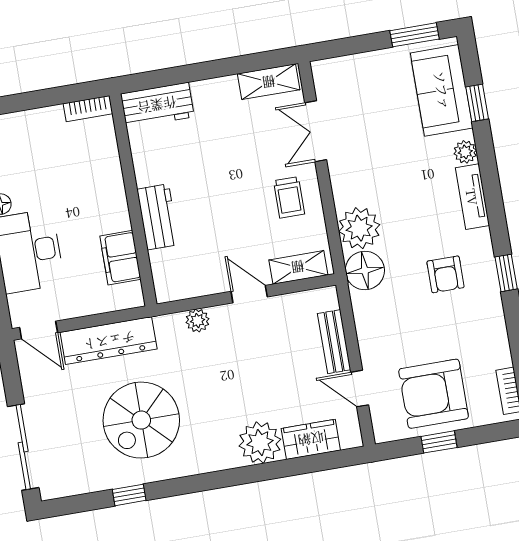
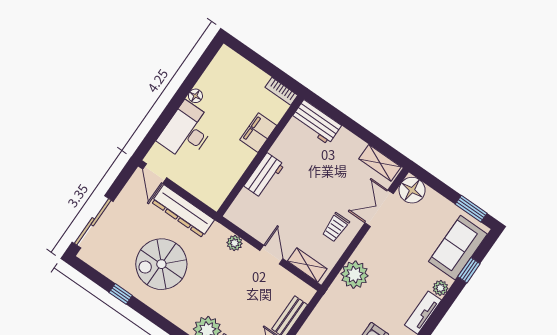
filing cabinet: (120, 258) -> (258, 133), moved
floor lamp: (365, 271) -> (412, 190), moved

